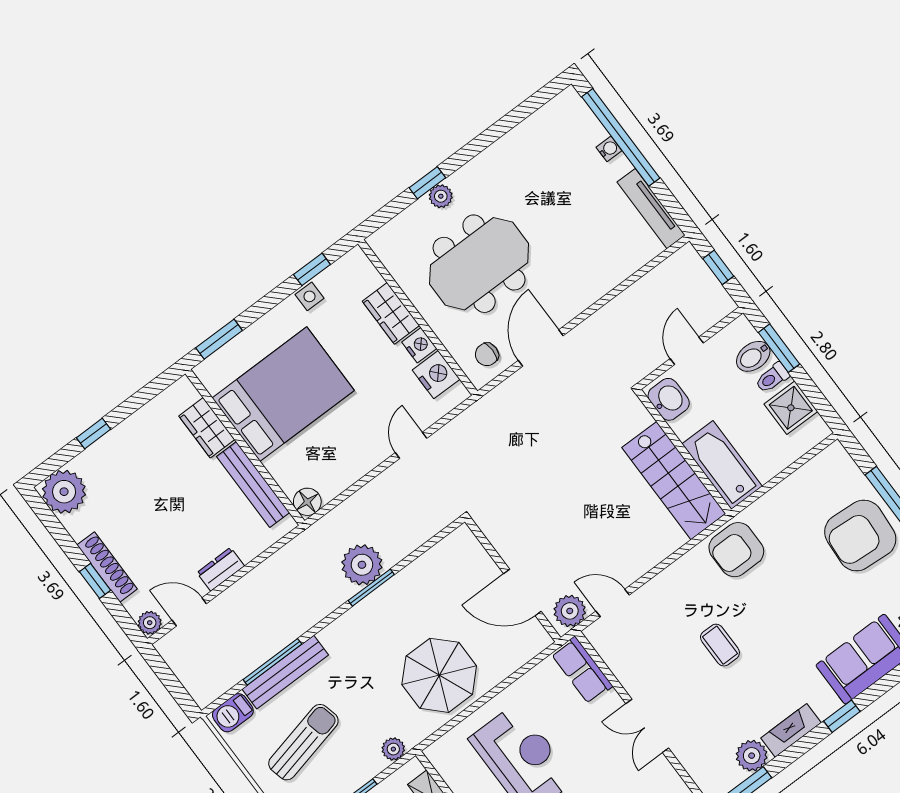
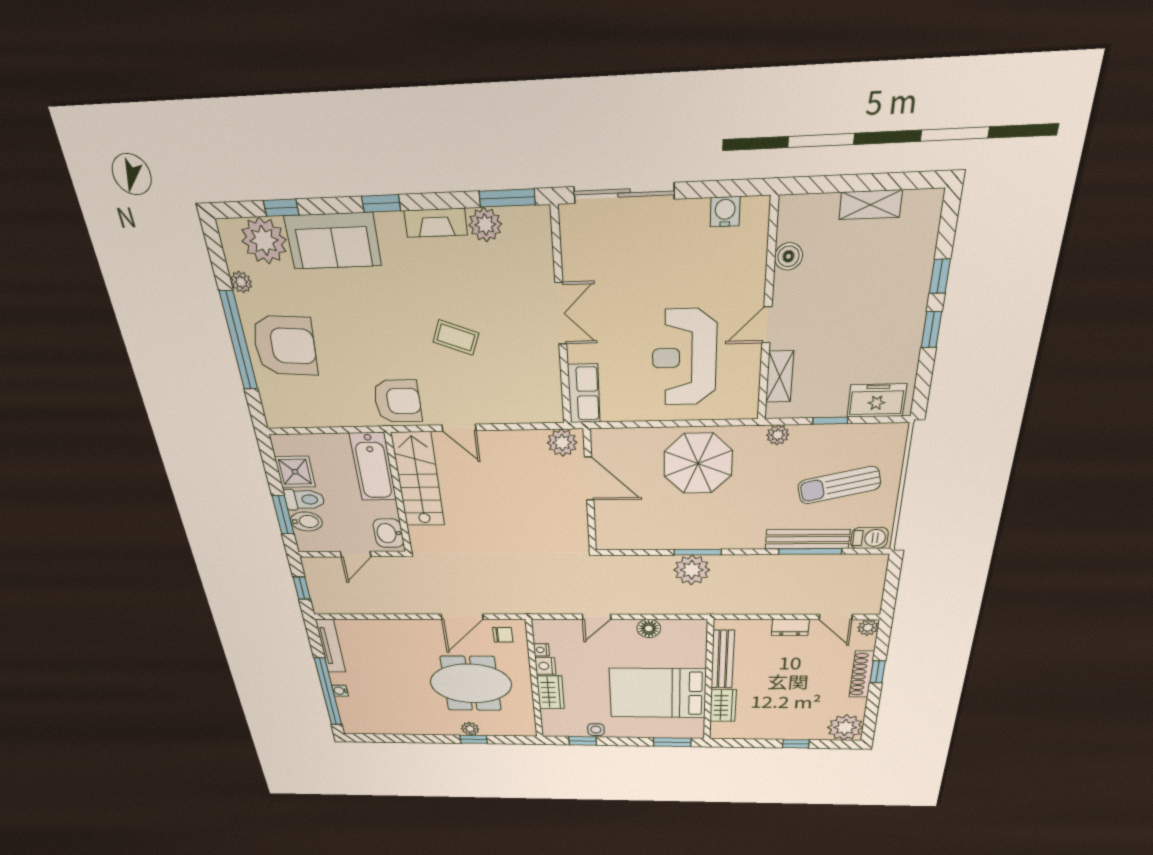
nightstand: (436, 375) -> (541, 650), width x0.53, depth x0.56
toilet: (772, 378) -> (304, 500), width x1.37, depth x1.39
floor lamp: (307, 502) -> (649, 628), moved
door: (613, 603) -> (459, 428), moved
coffee table: (720, 645) -> (456, 337), turned -69

